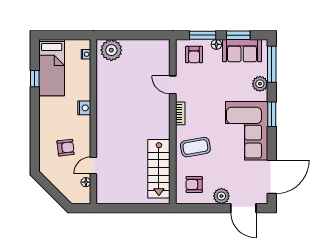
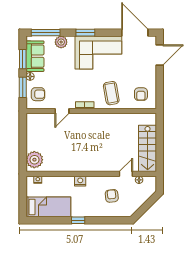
window: (35, 79) -> (78, 220), moved
door: (93, 165) -> (126, 174), swing flipped
stairs: (159, 169) -> (148, 148), moved, turned 90
plant: (221, 196) -> (150, 72), removed

